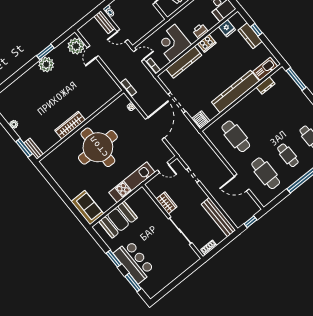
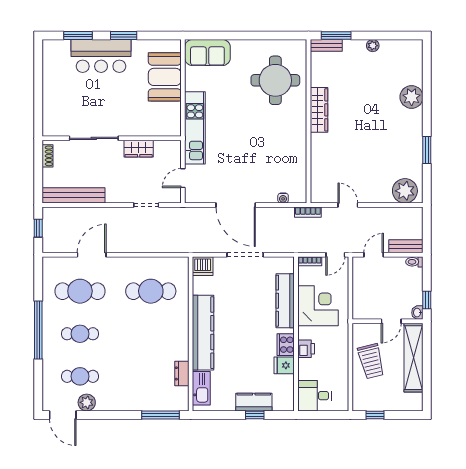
fridge: (227, 28) -> (284, 365), moved
door: (93, 52) -> (348, 205), moved
plant: (46, 65) -> (412, 97), moved
round table: (98, 147) -> (275, 80), moved, width x0.73, depth x0.73

